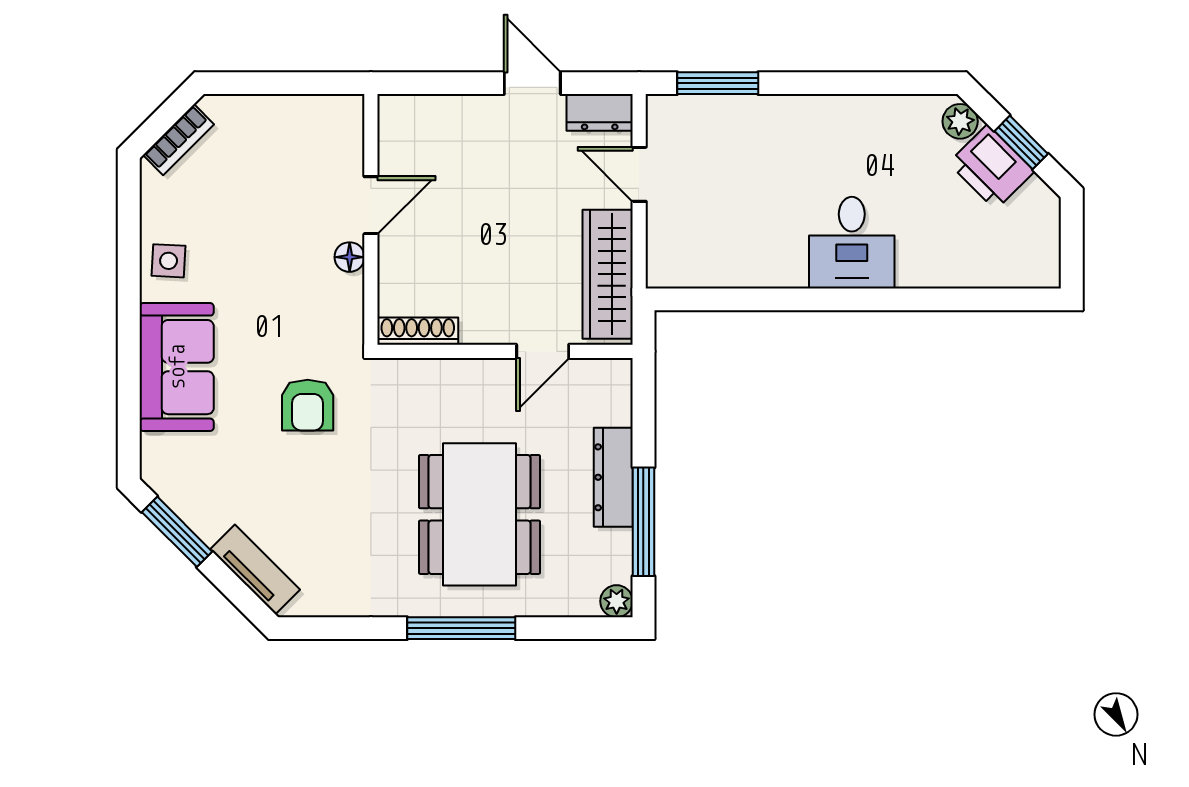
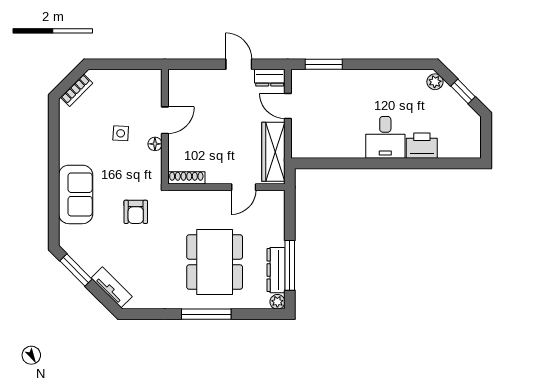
printer: (991, 167) -> (422, 146), moved, turned 135
side table: (169, 261) -> (121, 133), moved
dresser: (613, 477) -> (276, 270), moved

